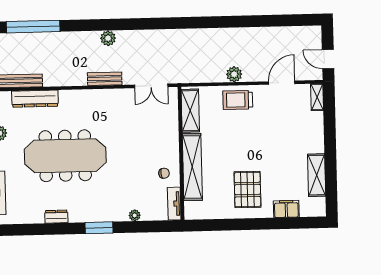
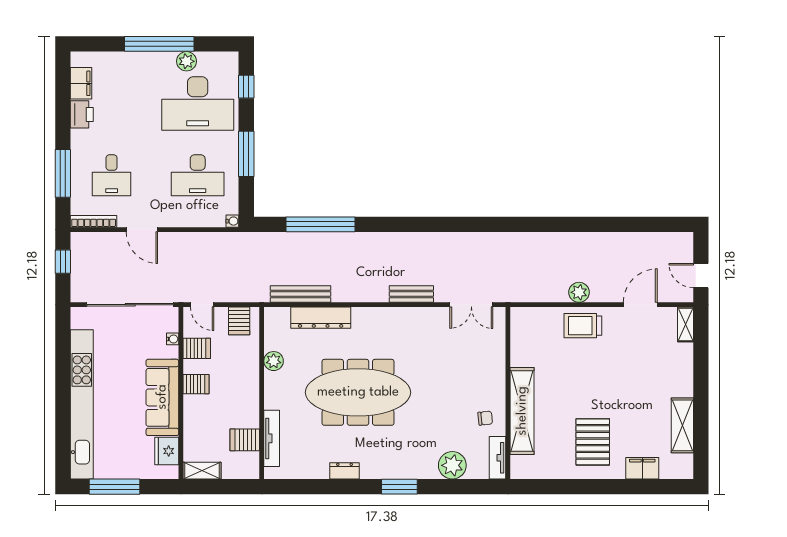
plant: (108, 38) -> (417, 242), removed
shelving: (190, 111) -> (521, 338), removed
plant: (135, 215) -> (452, 465), width x1.87, depth x1.87

